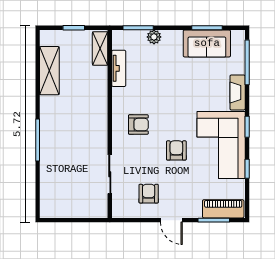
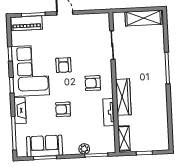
tv unit: (119, 68) -> (109, 112), moved
shelving: (49, 71) -> (144, 18), moved, turned 90
wardrobe: (98, 104) -> (123, 97), added
armchair: (149, 194) -> (63, 109), moved, turned 90

